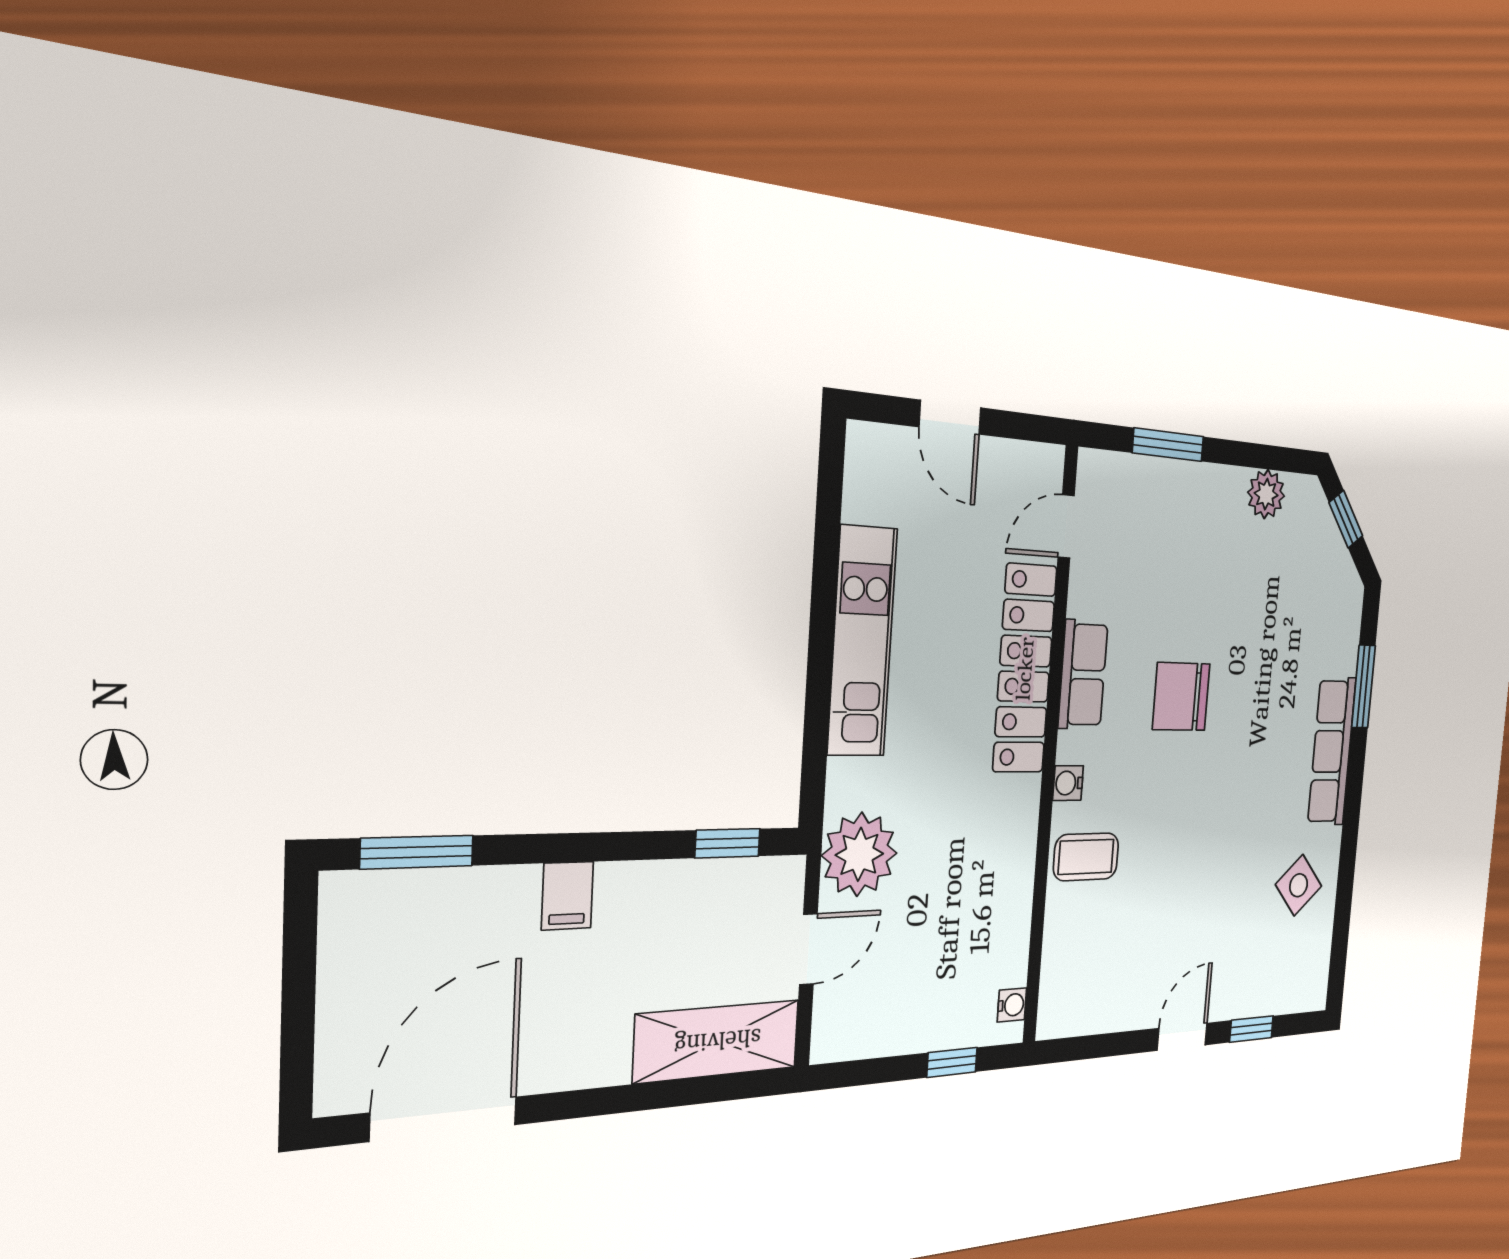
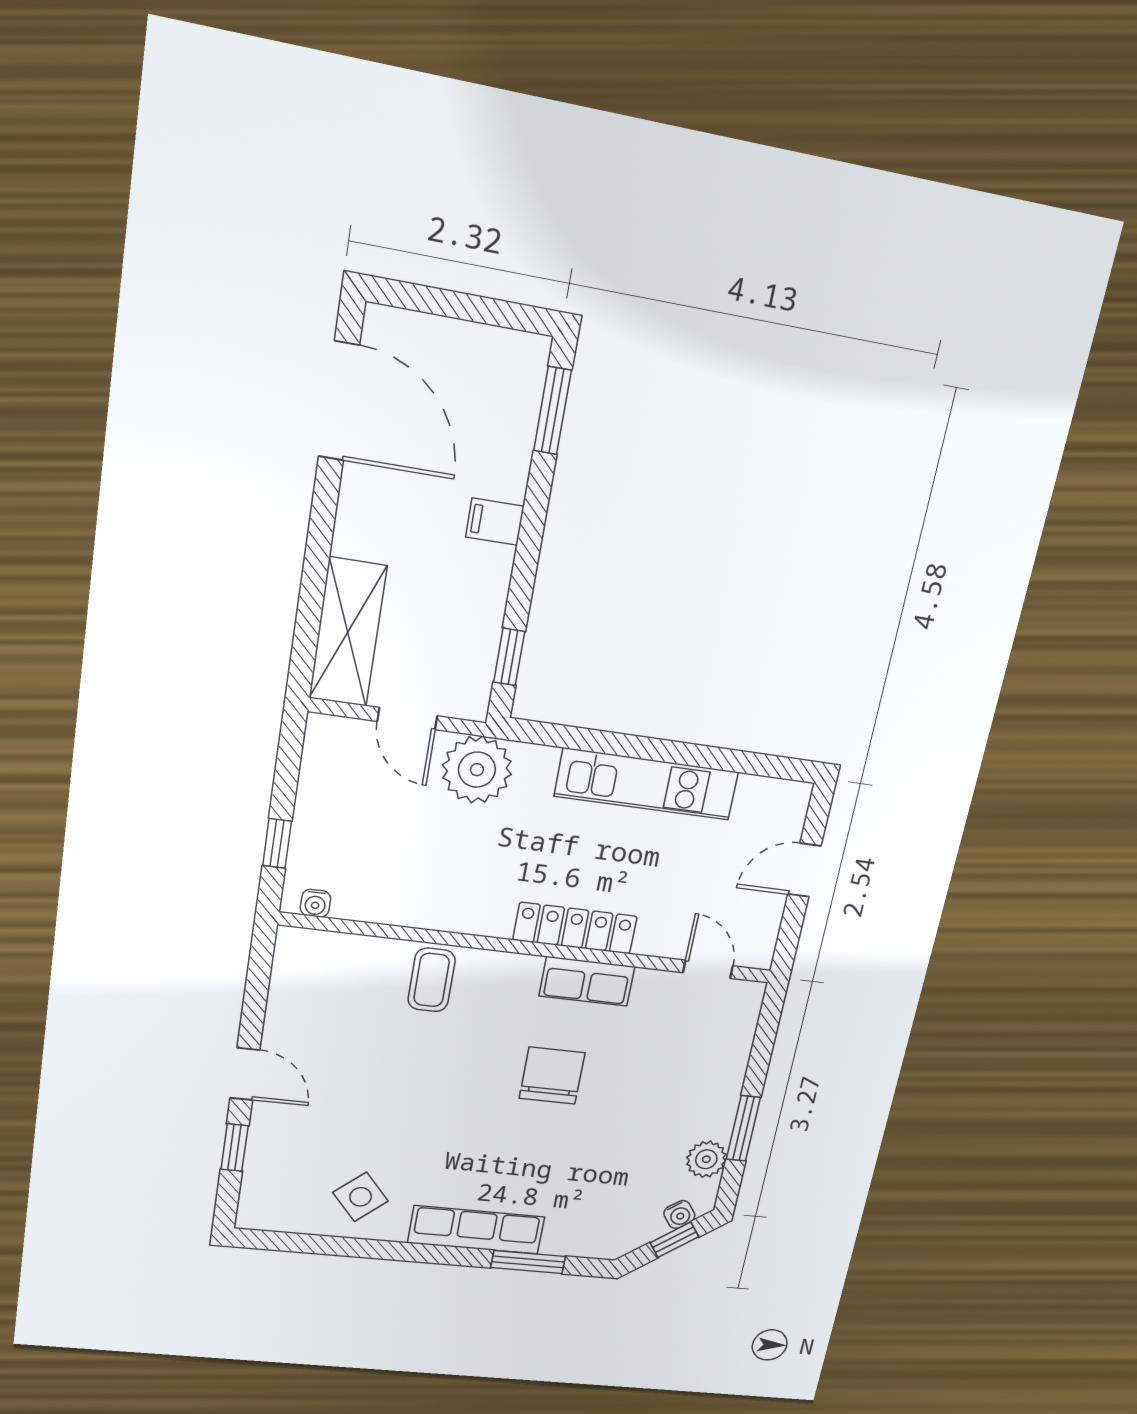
window: (1168, 445) -> (743, 1128), moved
locker: (1025, 669) -> (575, 928), width x0.71, depth x0.83
water cooler: (1068, 783) -> (679, 1214), moved, turned 144

